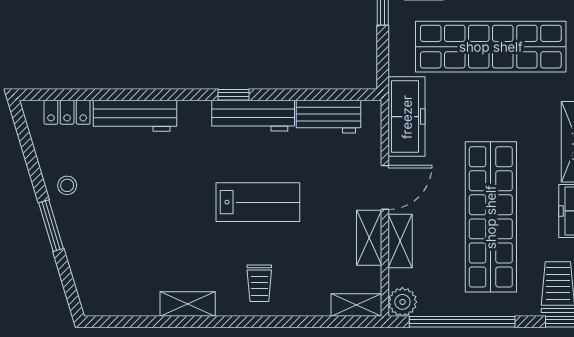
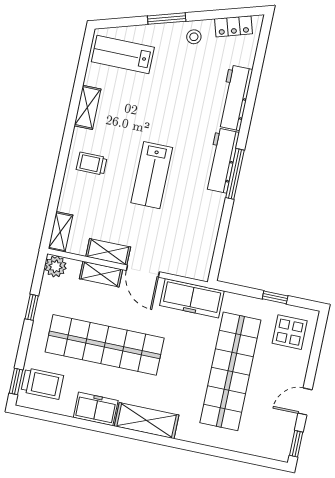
window: (234, 95) -> (235, 174), width x2.17
locker: (67, 112) -> (233, 26), moved, turned -107
workbench: (253, 116) -> (222, 161), moved
workbench: (329, 117) -> (204, 241), removed
lab bench: (109, 273) -> (123, 54), added
window: (462, 322) -> (32, 307), width x0.32

